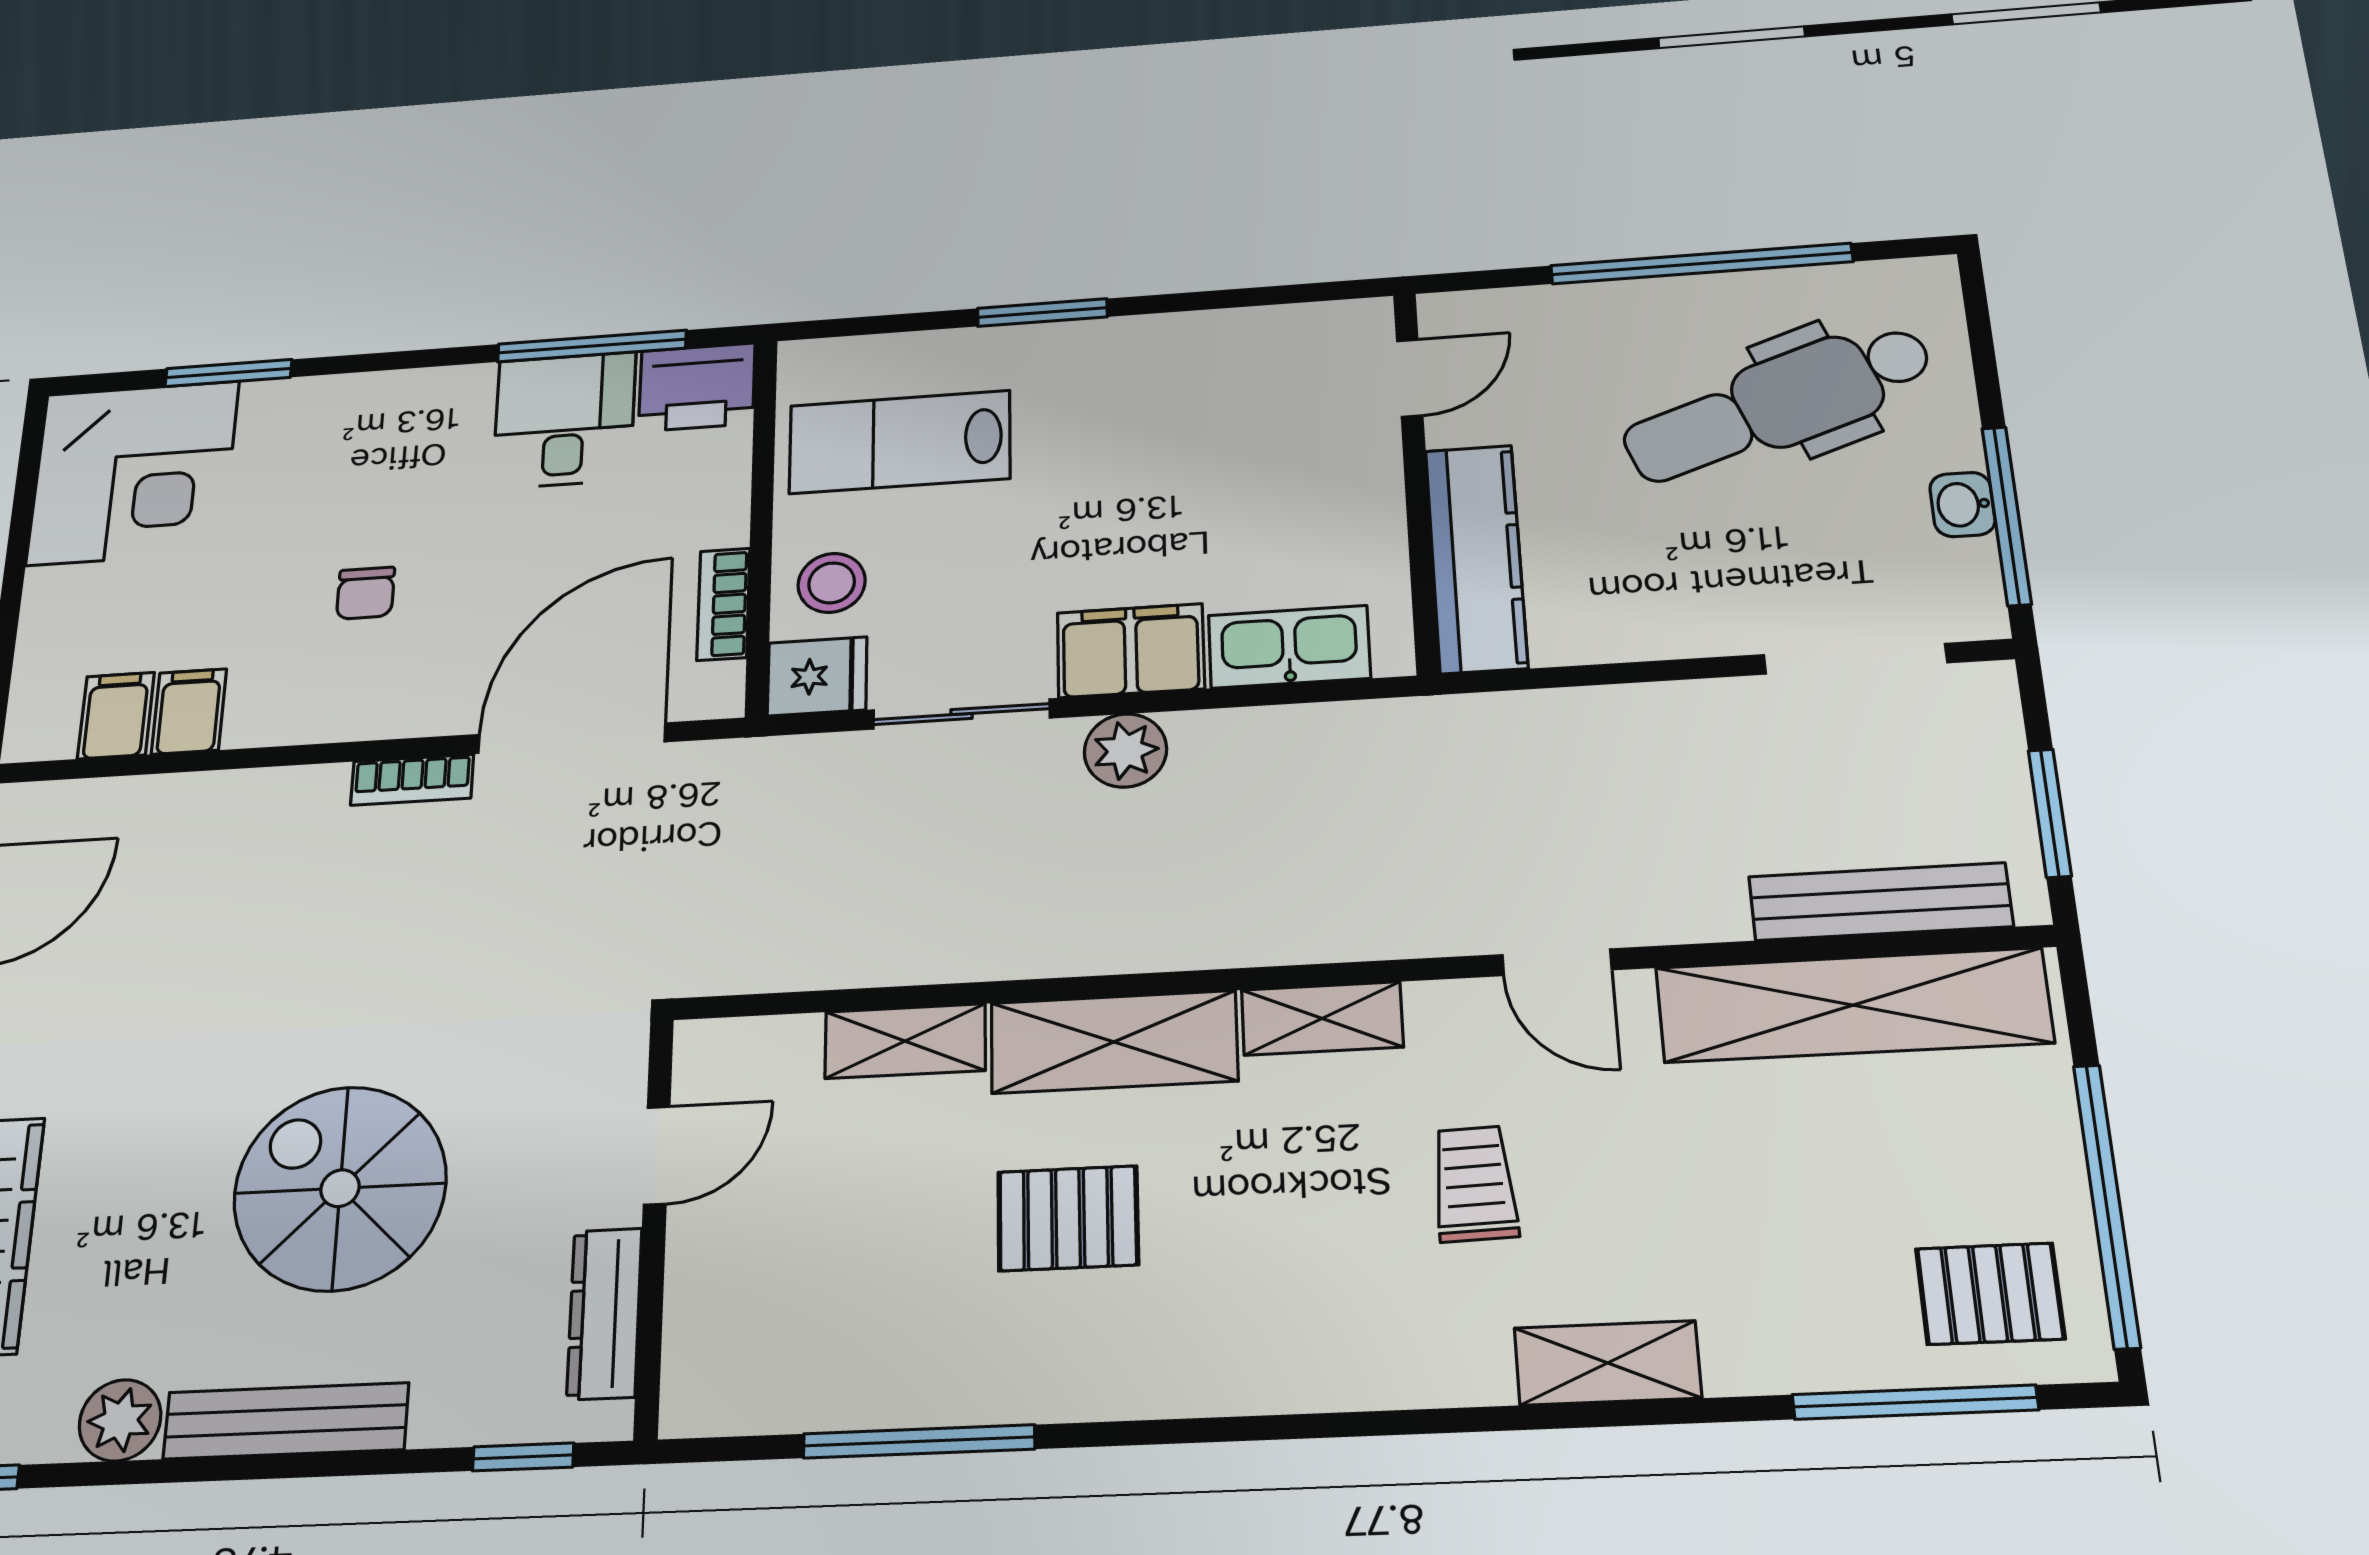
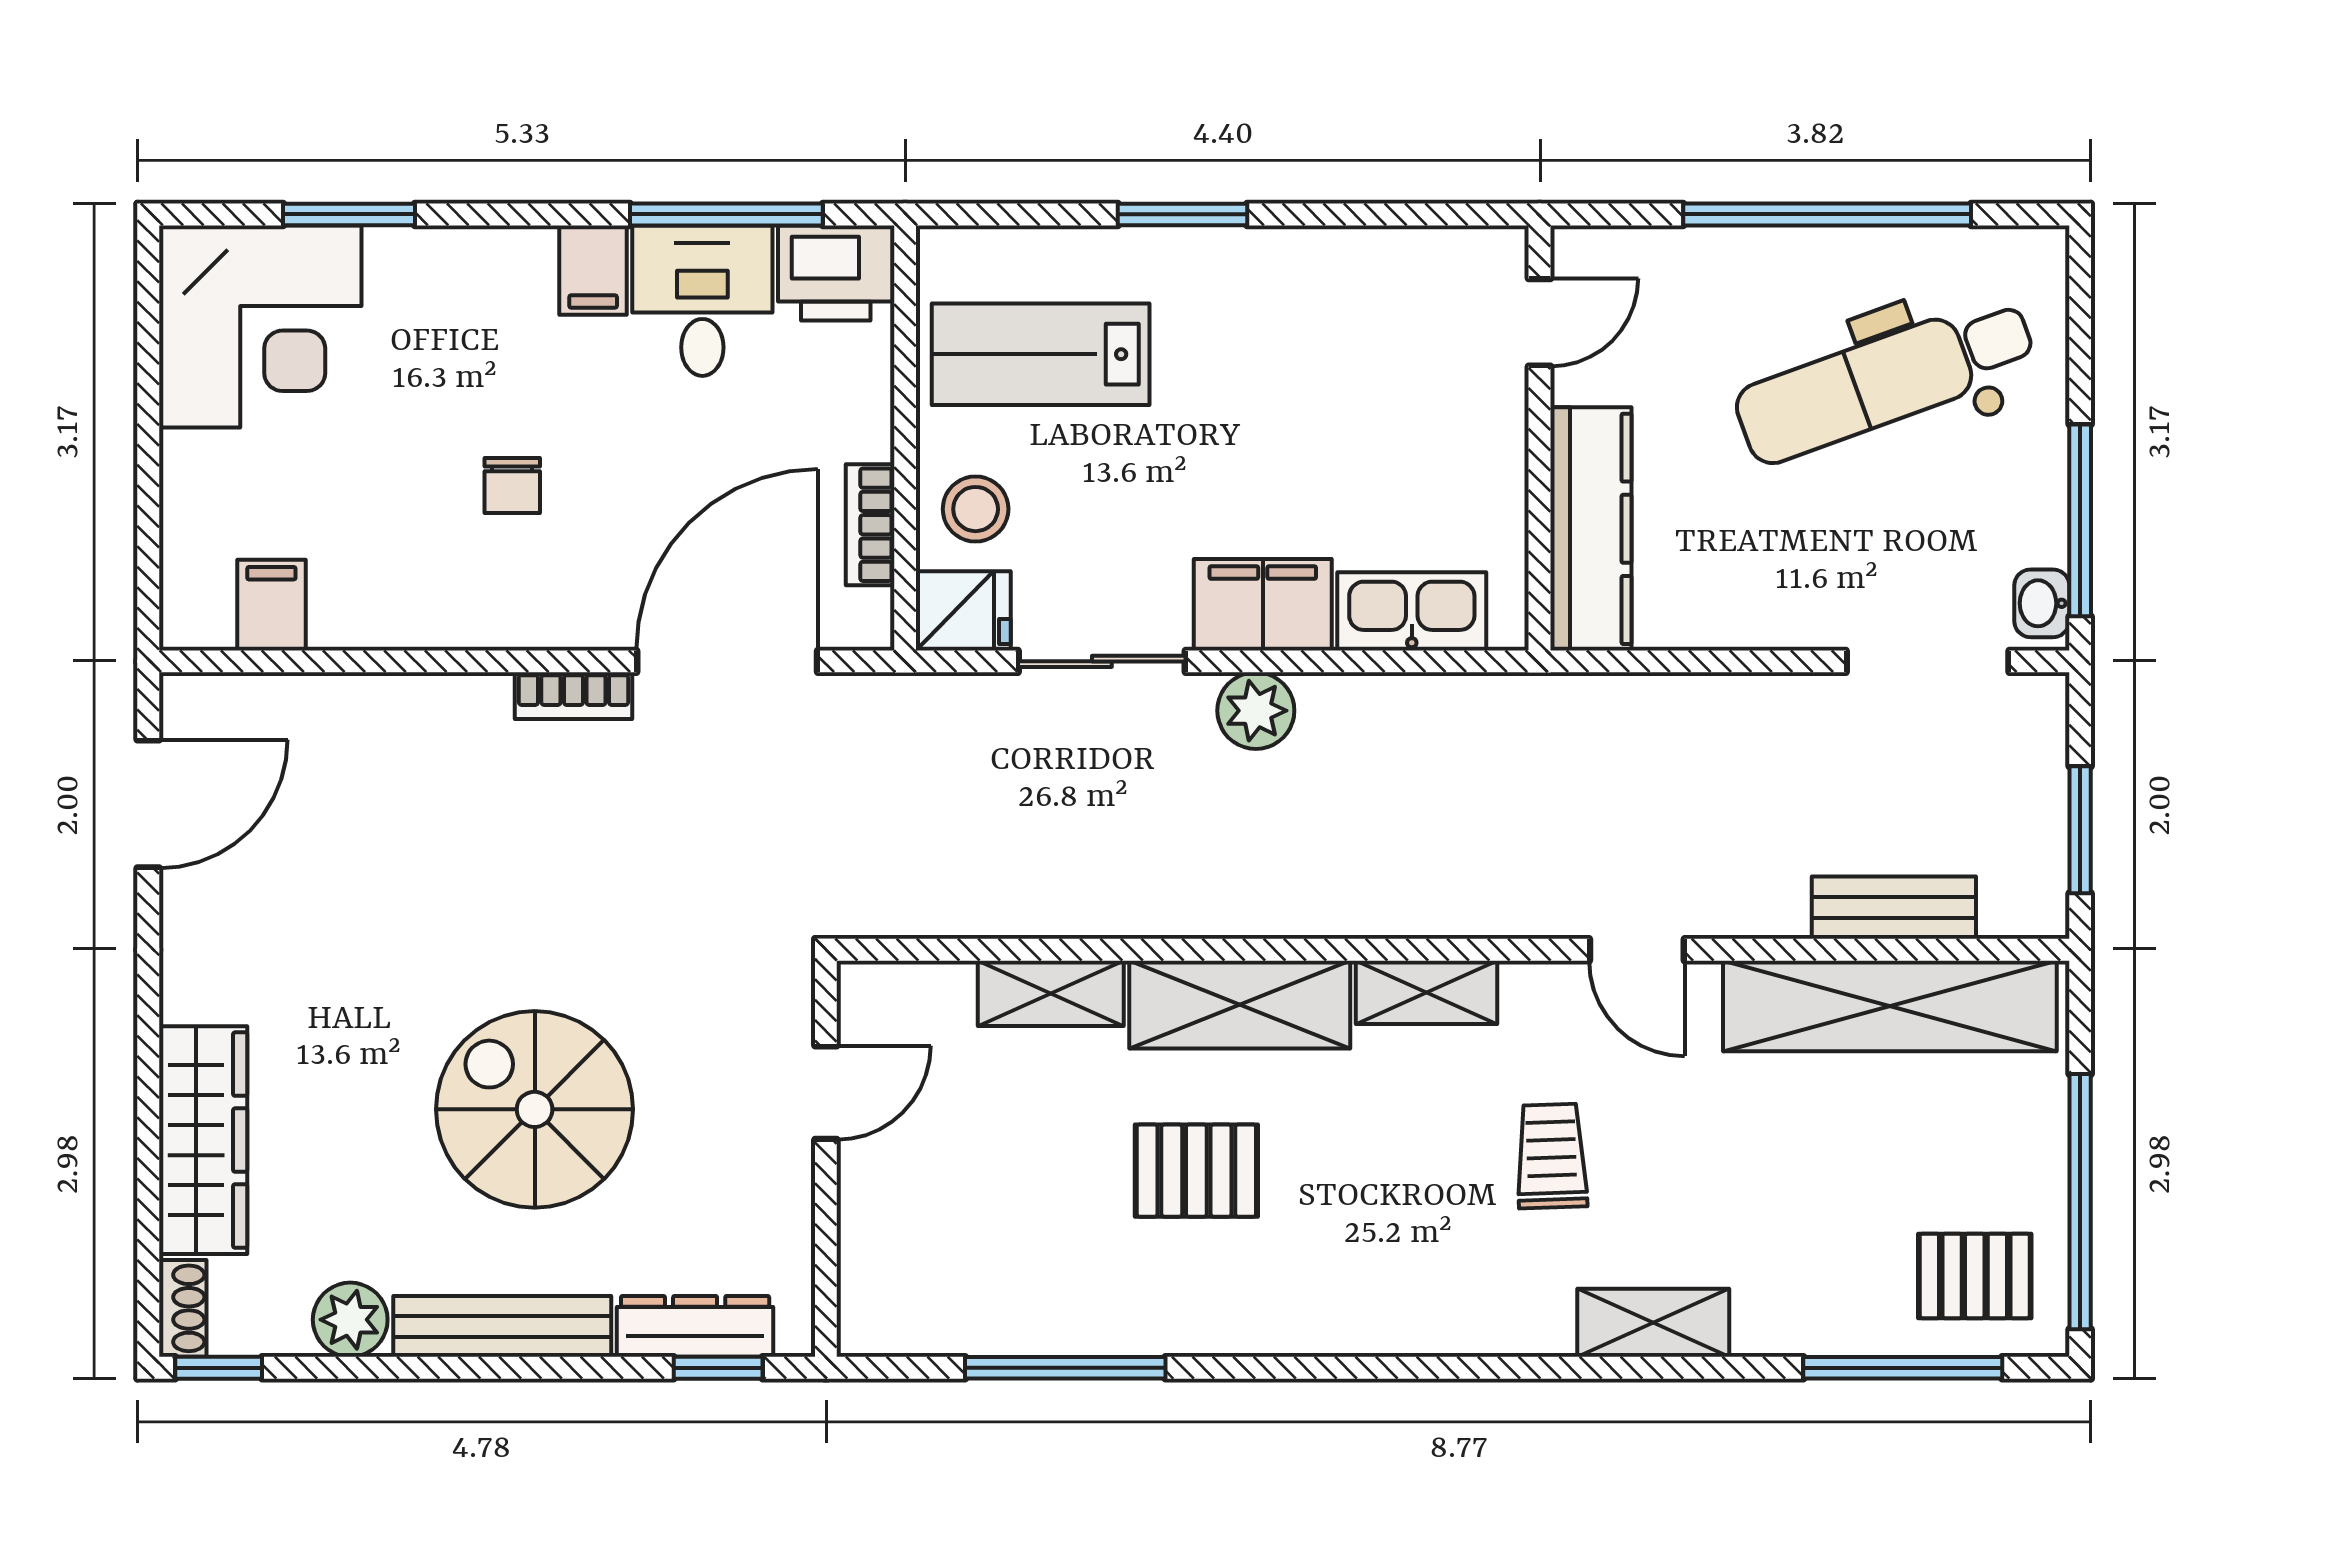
washbasin: (1962, 504) -> (2042, 603), moved
filing cabinet: (189, 711) -> (593, 270), moved, turned 180
bench: (1880, 902) -> (1894, 908), width x0.73
dresser: (604, 1313) -> (695, 1326), moved, turned 90

